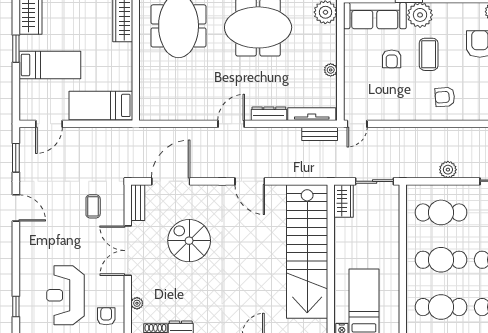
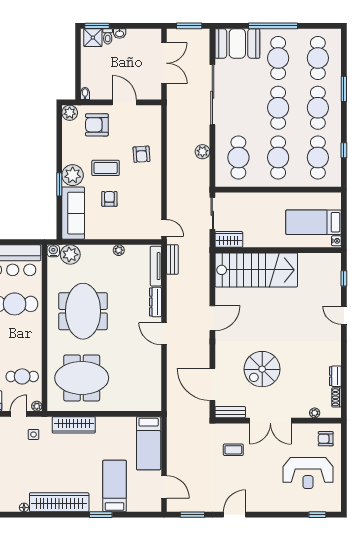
armchair: (392, 59) -> (109, 199), turned -90
stairs: (307, 251) -> (256, 270), width x0.73

